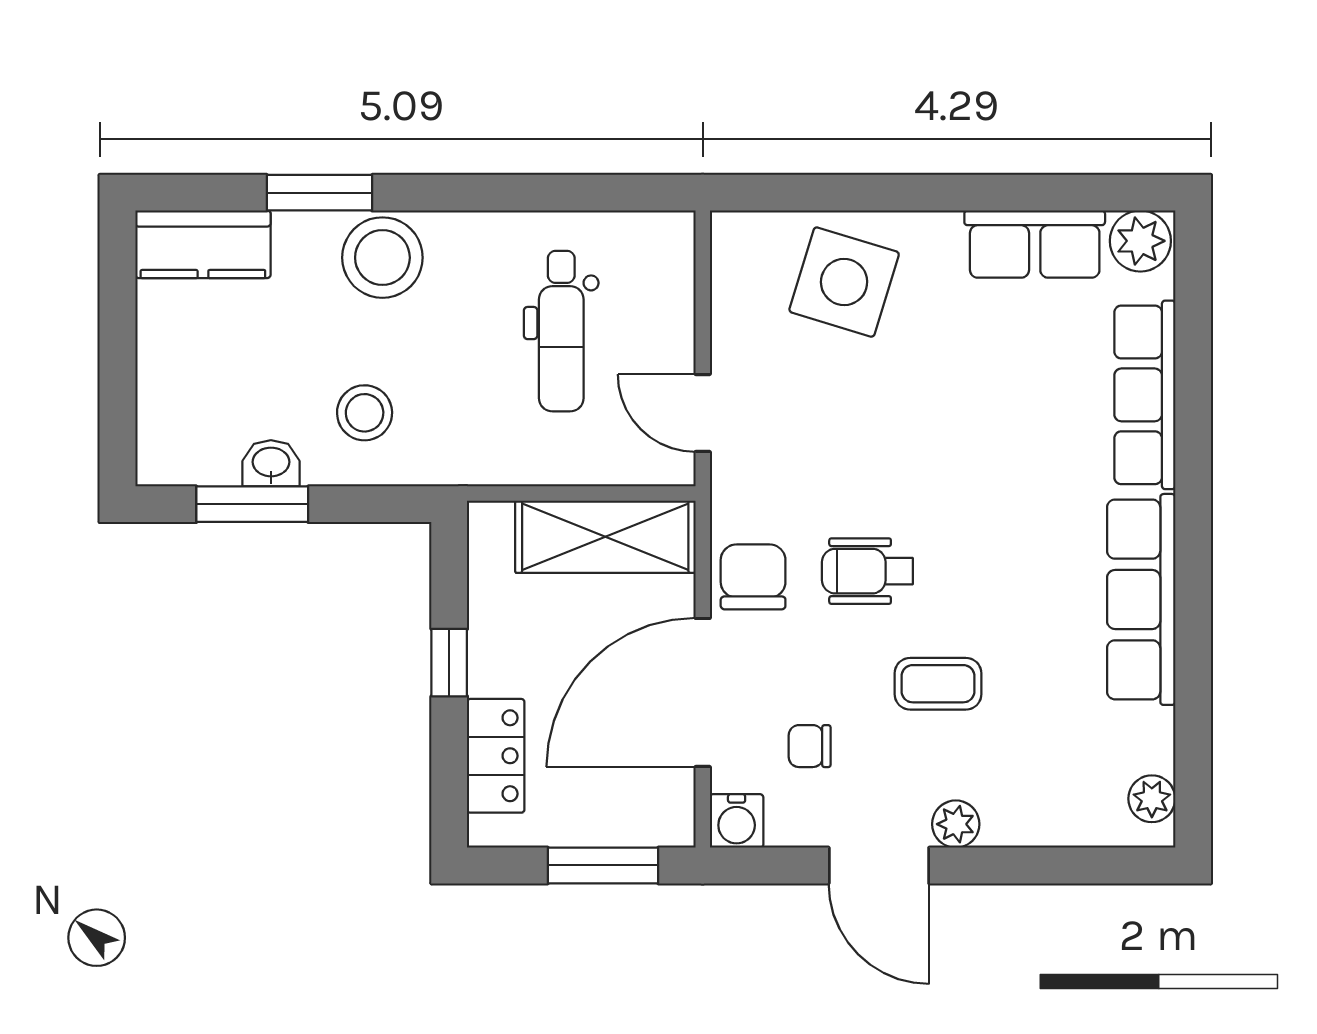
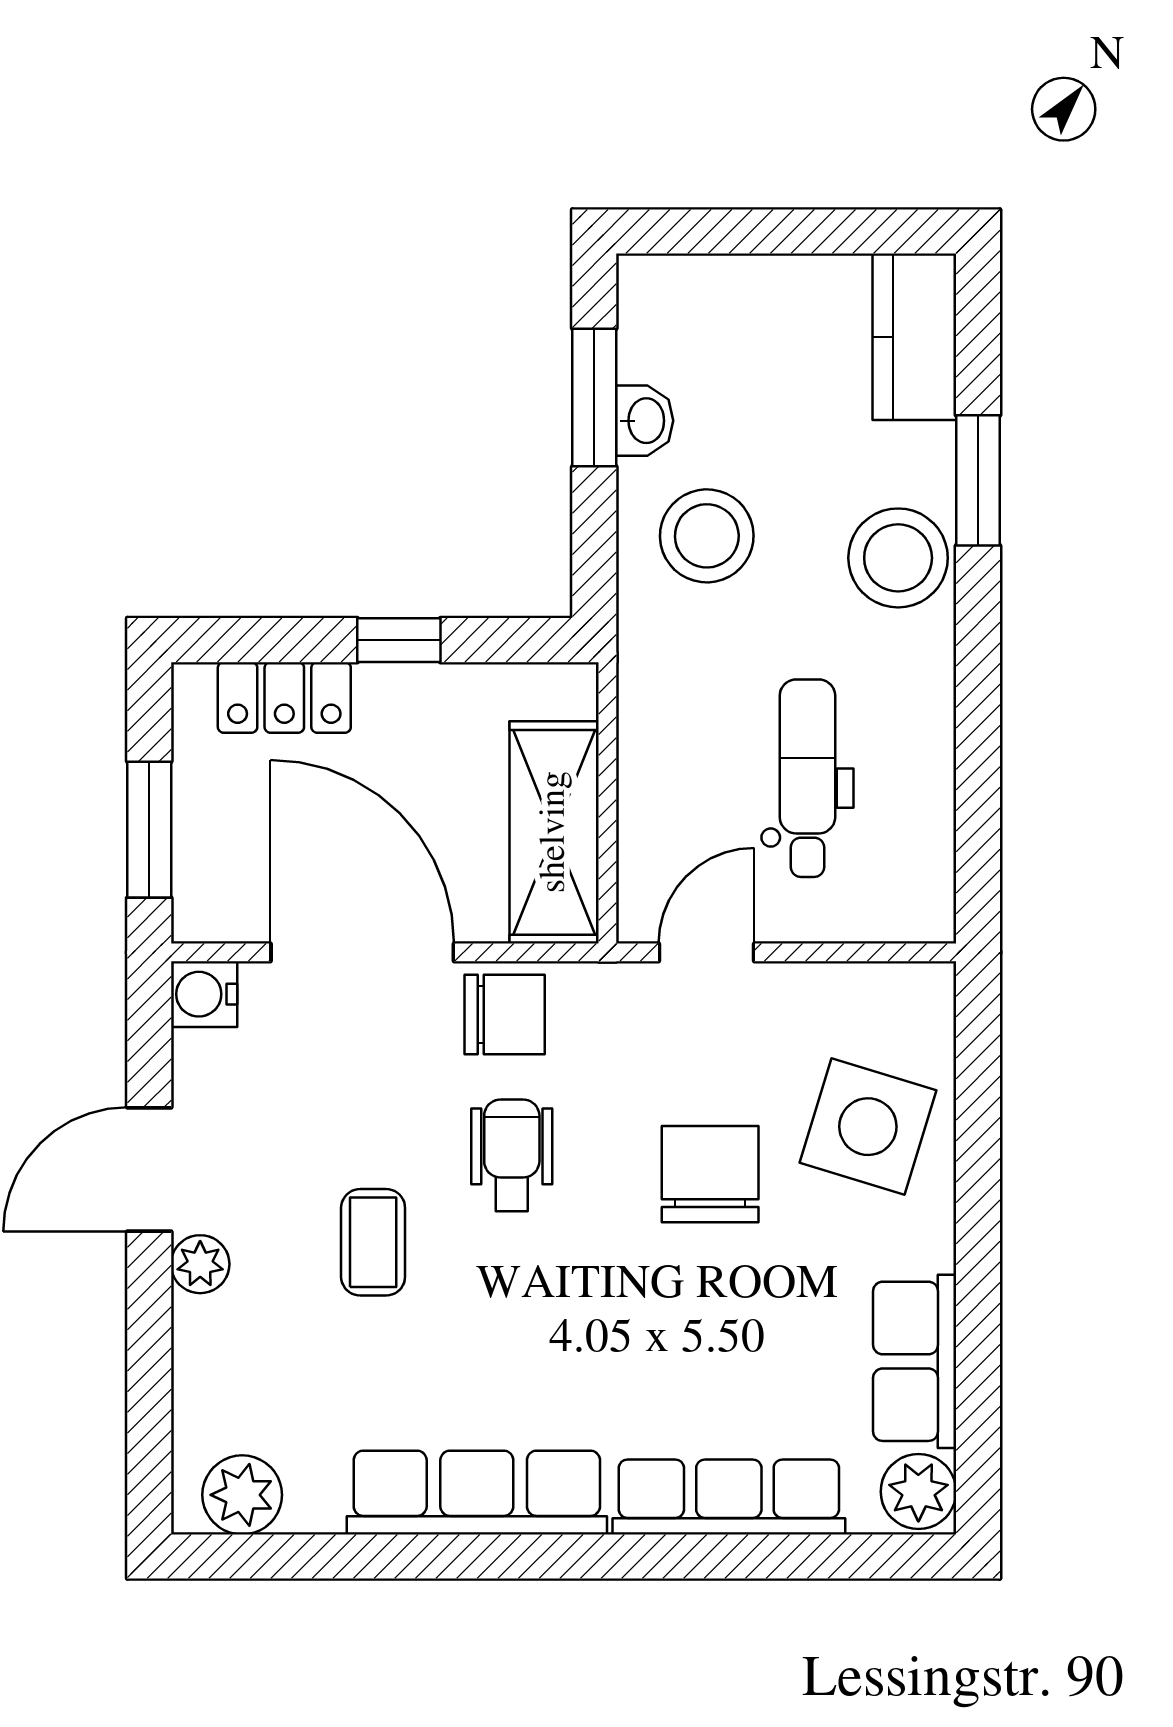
dental chair: (561, 331) -> (807, 778), turned 90
stool: (365, 413) -> (707, 536), width x1.38, depth x1.38
chair: (810, 746) -> (710, 1174), moved, width x1.87, depth x1.87
plant: (1152, 799) -> (242, 1495), width x1.38, depth x1.38

